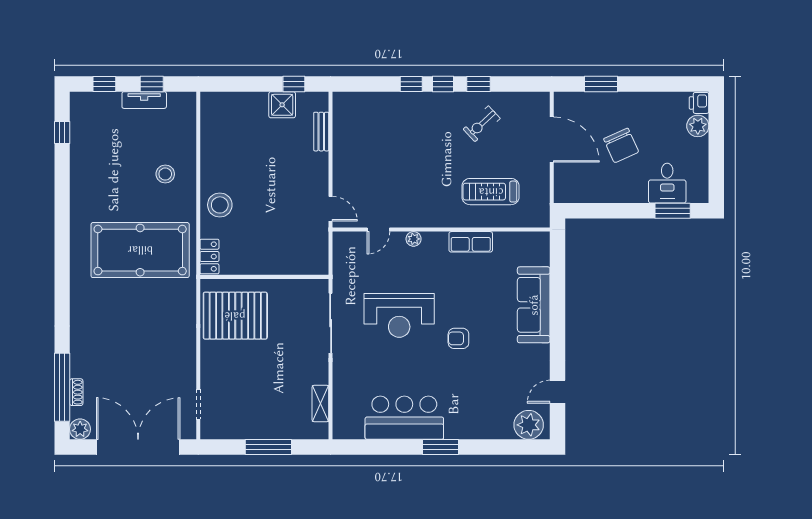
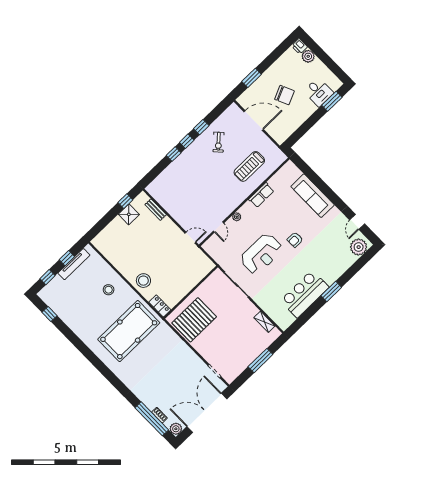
tv unit: (144, 100) -> (74, 264), width x1.41

